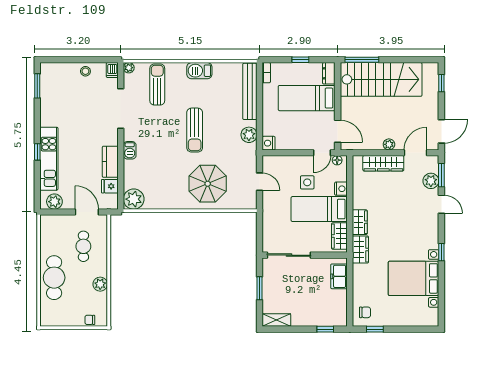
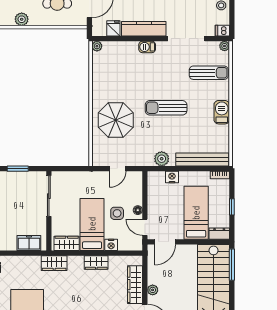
nightstand: (269, 143) -> (172, 177), moved
floor lamp: (337, 160) -> (138, 210), moved
kitchen counter: (110, 162) -> (144, 29), width x1.50
plant: (134, 199) -> (97, 46), width x0.53, depth x0.53
wardrobe: (360, 222) -> (96, 263), moved

